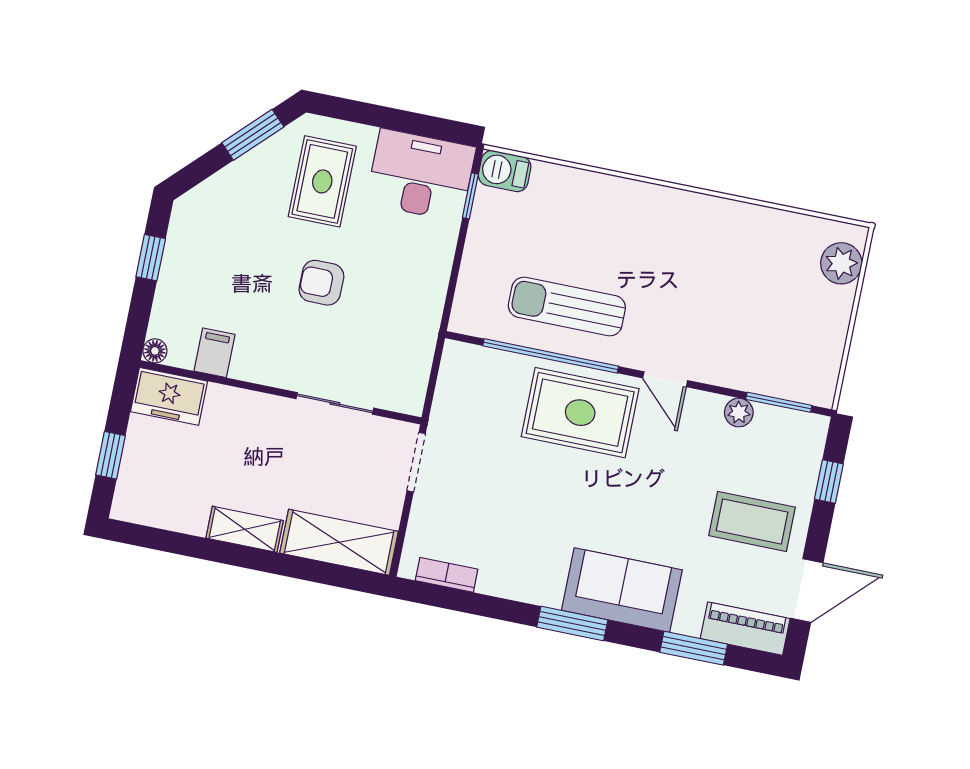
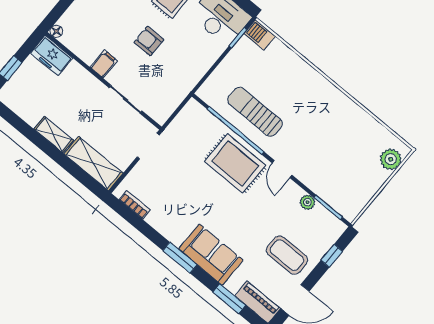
filing cabinet: (215, 353) -> (104, 64), moved

